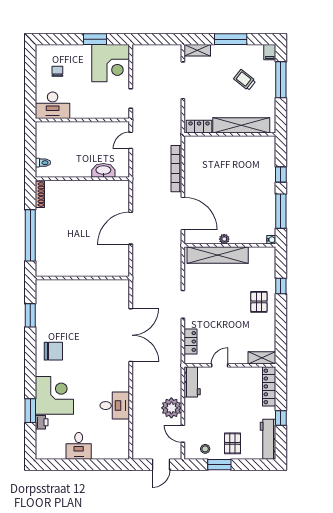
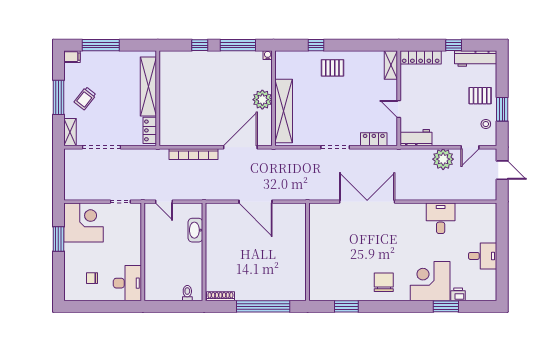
trolley: (245, 80) -> (85, 98), moved
plant: (224, 239) -> (262, 100), width x1.88, depth x1.88

